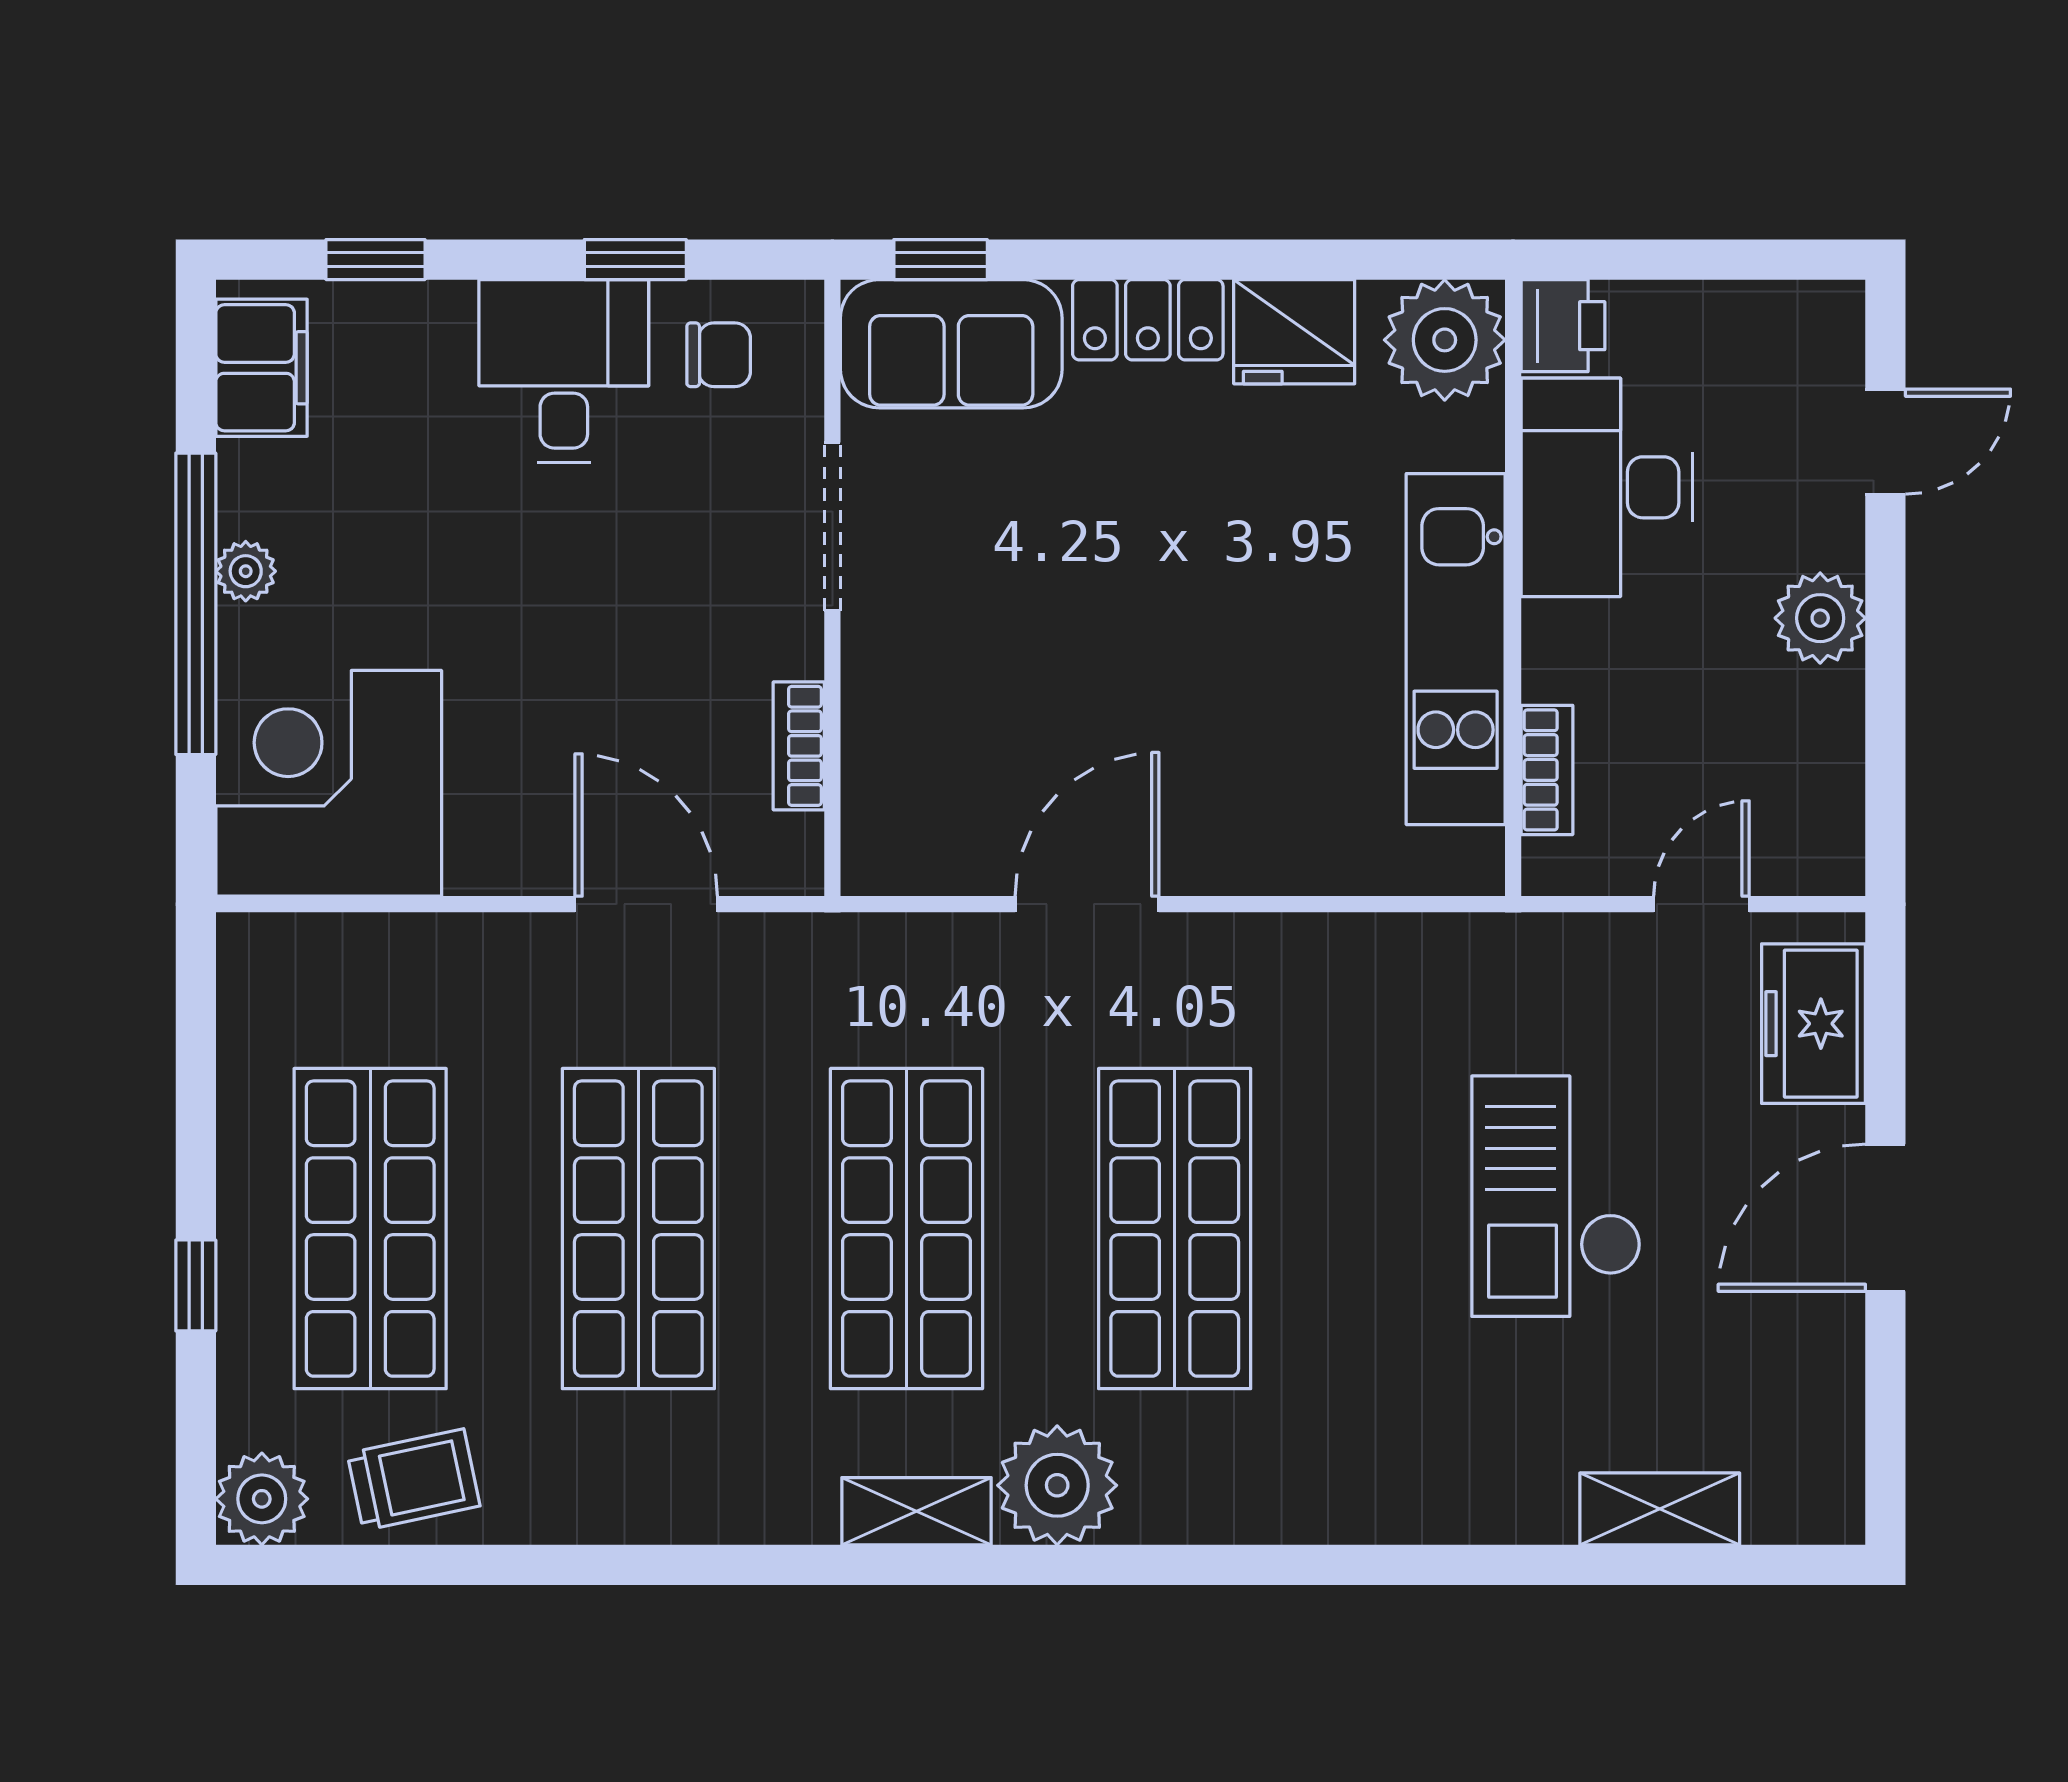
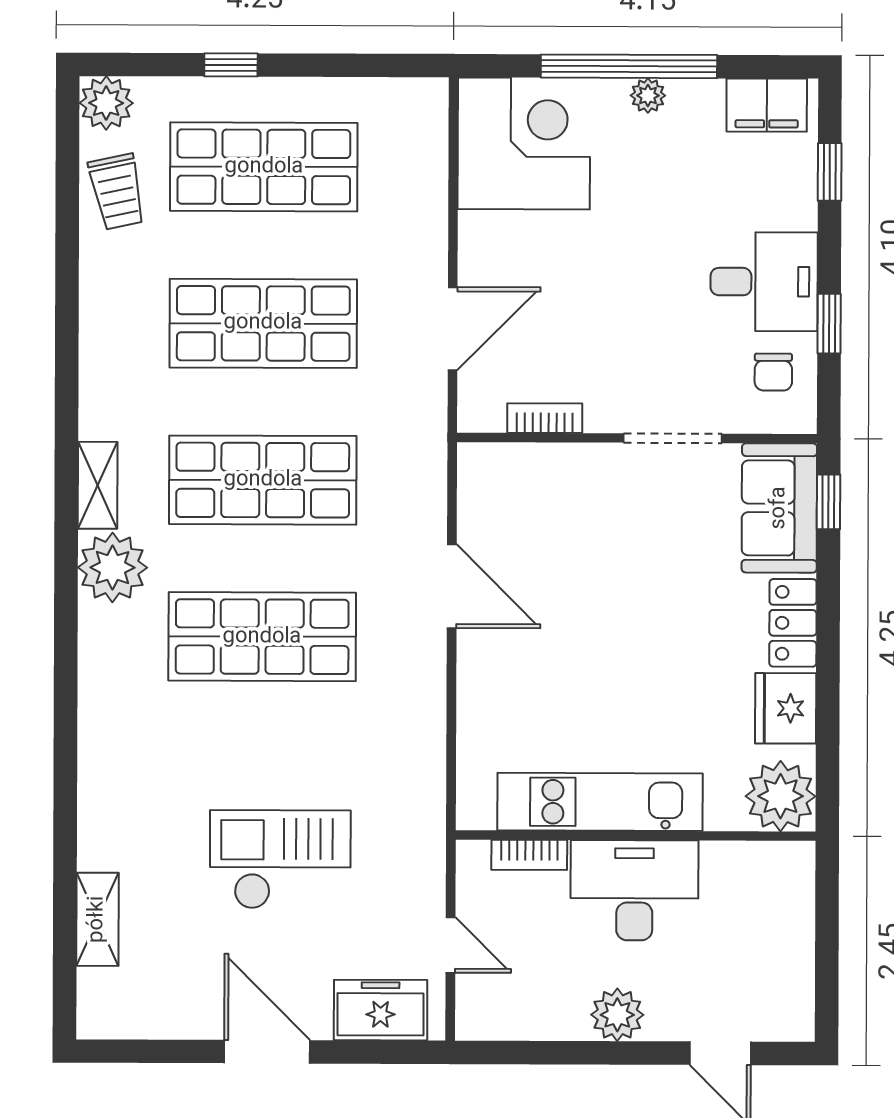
printer: (1563, 326) -> (789, 865), removed
desk: (1607, 487) -> (634, 890), moved

